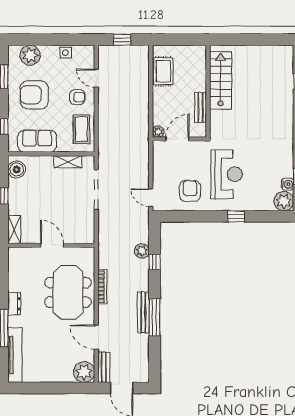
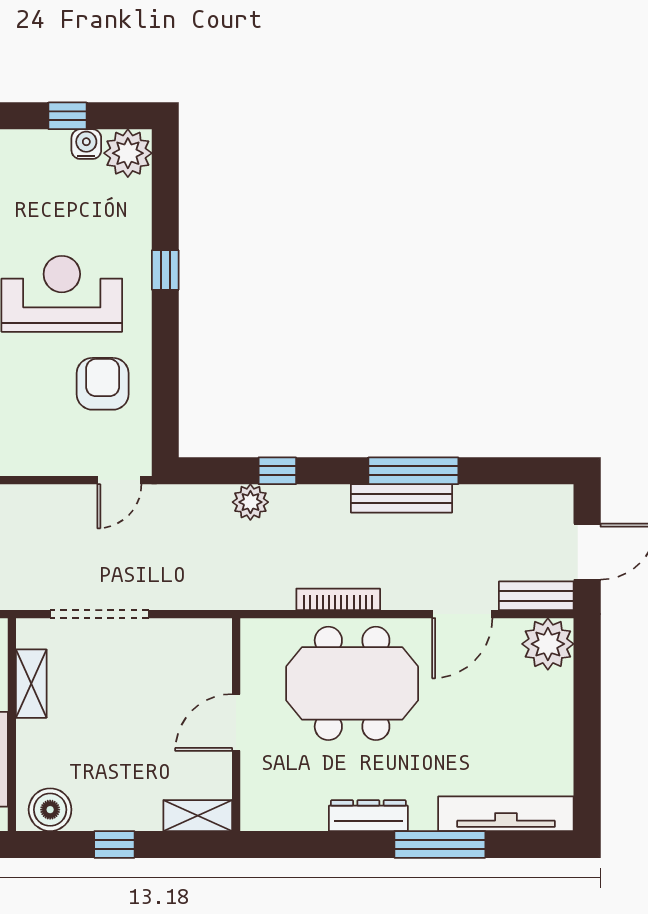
armchair: (190, 191) -> (103, 384), turned 90
dresser: (14, 304) -> (368, 816), width x1.44

